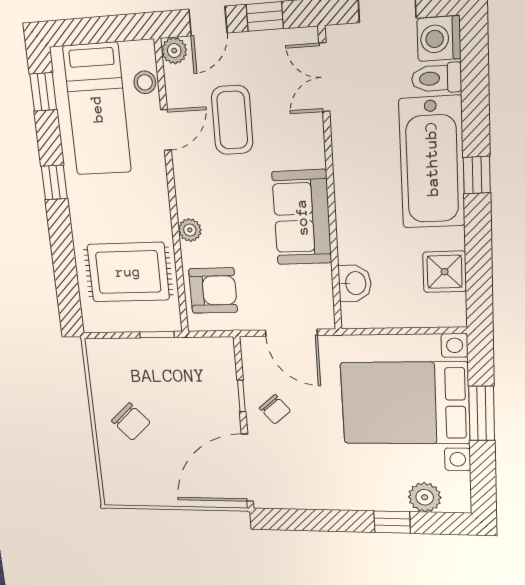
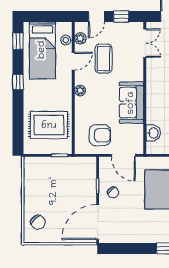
plant: (174, 51) -> (80, 38), moved
double door: (324, 77) -> (145, 43), swing flipped
plant: (190, 230) -> (80, 91), moved
armchair: (213, 290) -> (100, 135), moved
chair: (131, 422) -> (38, 222), moved

